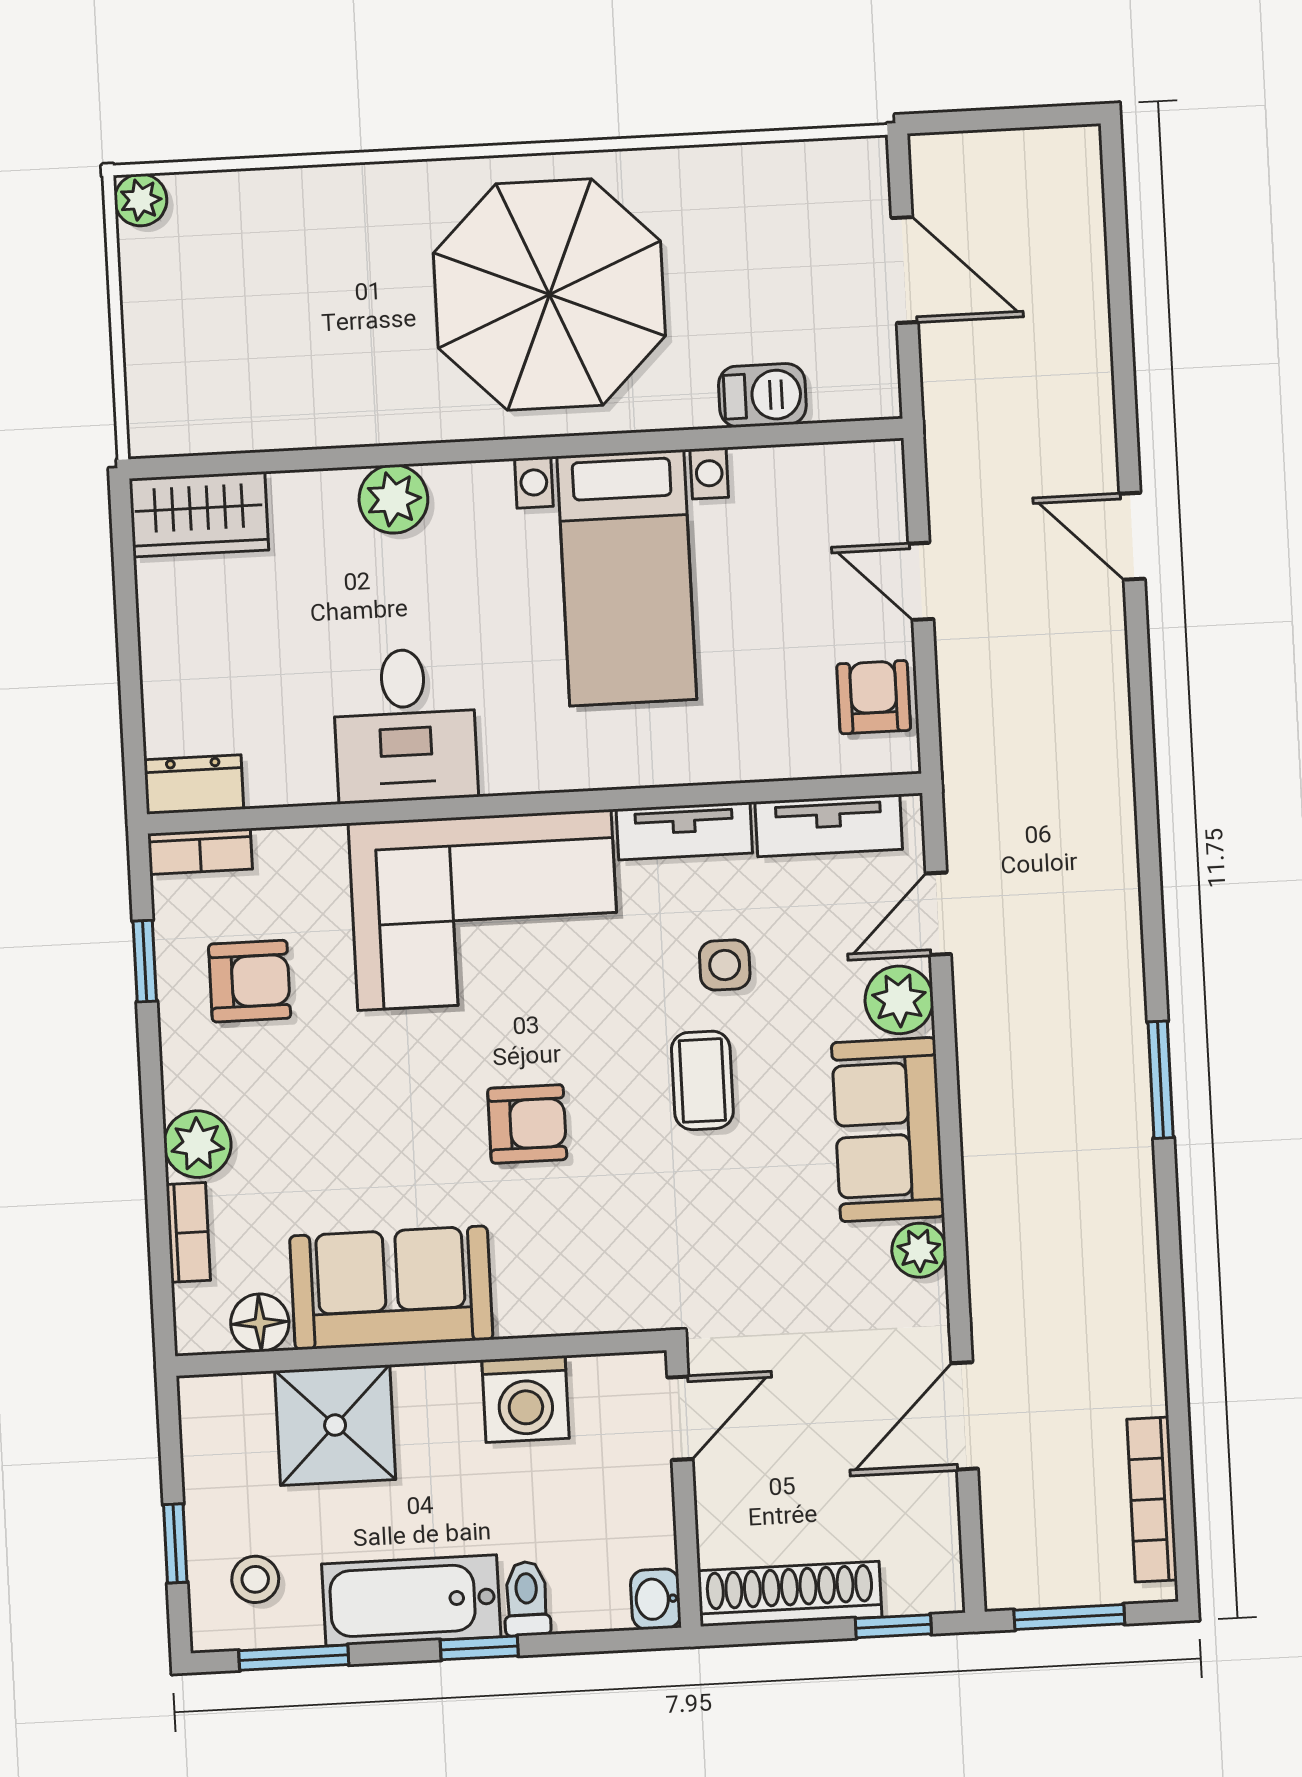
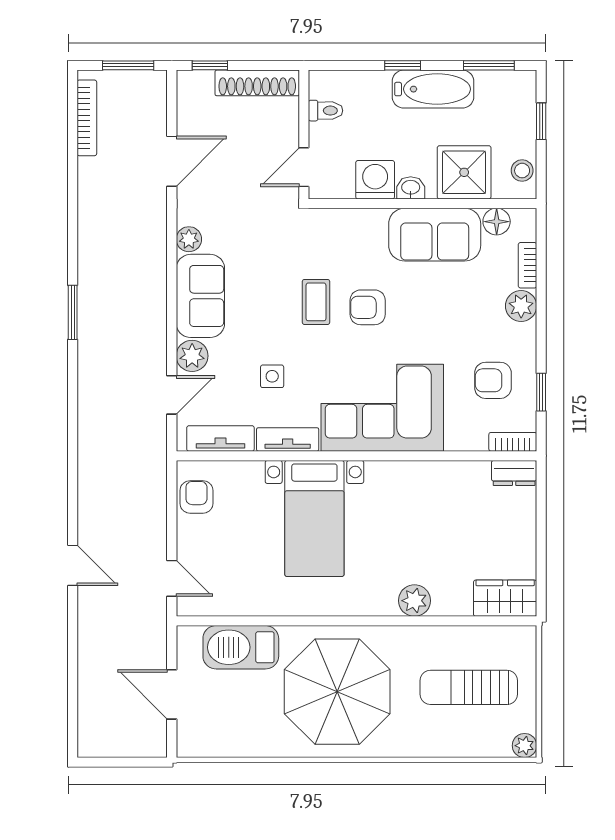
sun lounger: (267, 319) -> (469, 687), added
barbecue: (762, 395) -> (241, 647), width x1.88, depth x1.53
bed with nightstands: (627, 578) -> (314, 518), moved, turned 180
door: (921, 581) -> (172, 578), moved
armchair: (874, 697) -> (196, 497), turned 180
desk: (405, 725) -> (415, 495), removed
coffee table: (702, 1080) -> (316, 302), moved
stool: (255, 1579) -> (522, 171), moved
toilet: (527, 1599) -> (326, 111), moved, turned -90
washbasin: (656, 1599) -> (411, 188), moved, turned -90

